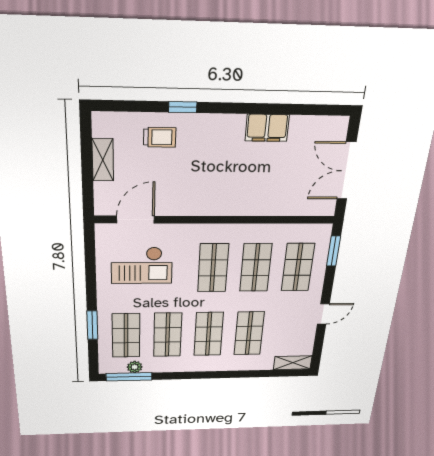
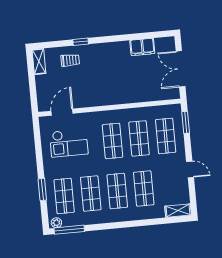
filing cabinet: (267, 128) -> (142, 47), moved
shelving: (103, 160) -> (39, 62), moved
door: (323, 314) -> (190, 169), hinge flipped
plant: (135, 367) -> (56, 223), moved

